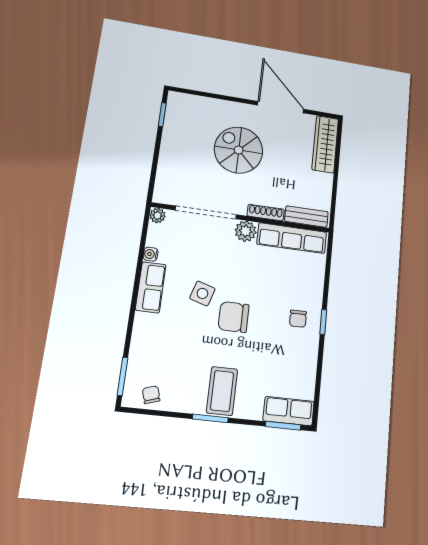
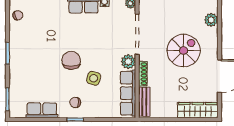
plant: (199, 105) -> (211, 20), added
side table: (202, 293) -> (94, 78), moved
coffee table: (222, 391) -> (25, 58), removed
row of seats: (289, 411) -> (42, 110), moved, turned -90

